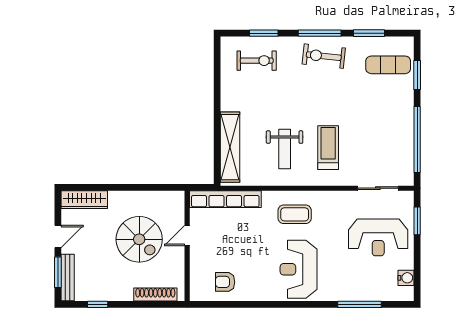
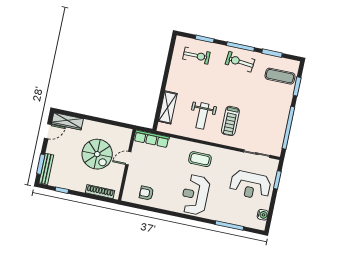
shelving: (230, 147) -> (168, 107), width x0.68
treadmill: (328, 148) -> (230, 121), turned 180
row of seats: (225, 199) -> (152, 139), width x0.73
door: (58, 237) -> (48, 131), moved

